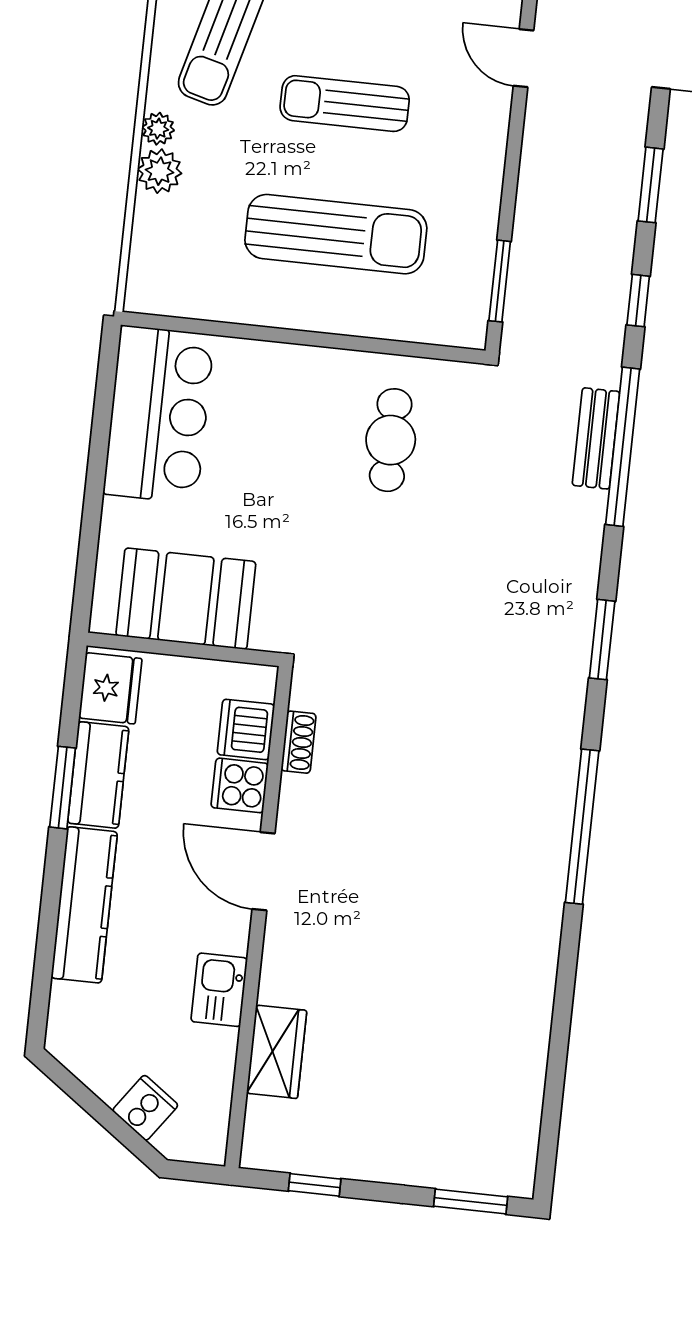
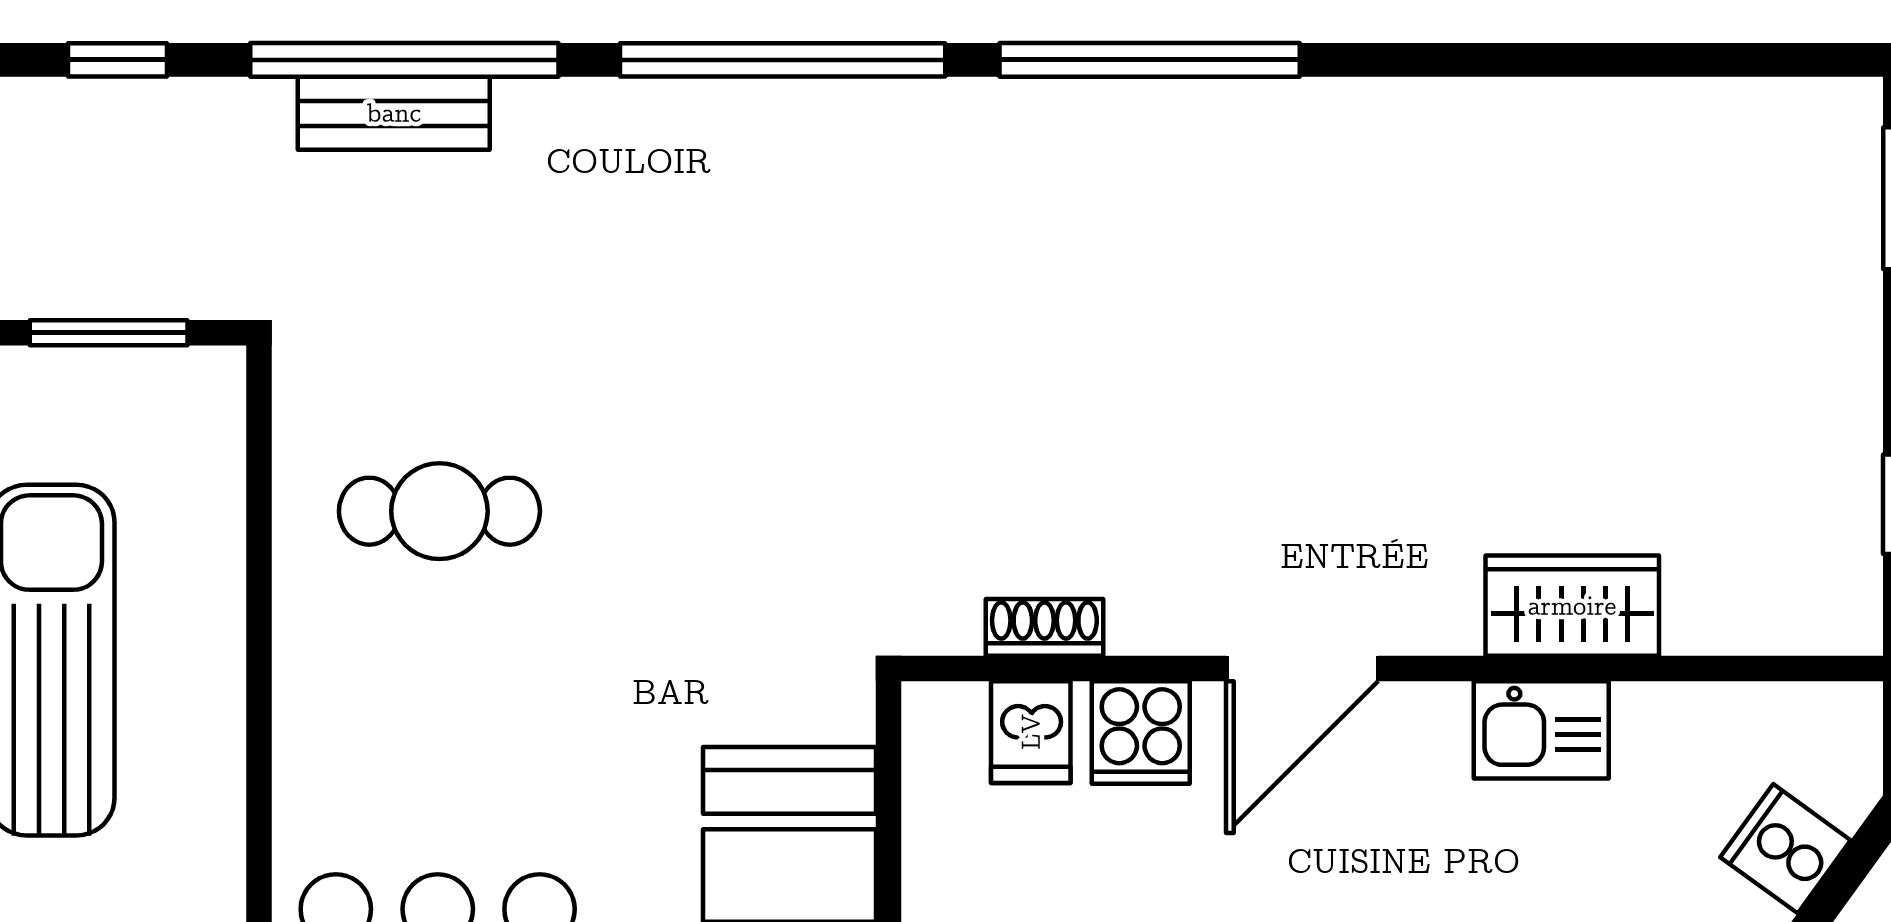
window: (602, 640) -> (783, 60), width x2.11
dishwasher: (246, 729) -> (1031, 732), width x0.73
wardrobe: (277, 1052) -> (1572, 606), moved

